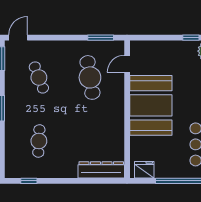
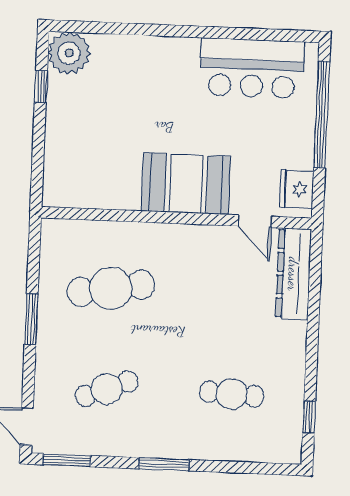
window: (101, 38) -> (31, 319), moved
door: (127, 64) -> (255, 221), moved
booth: (151, 105) -> (186, 184), width x0.73, depth x0.70

